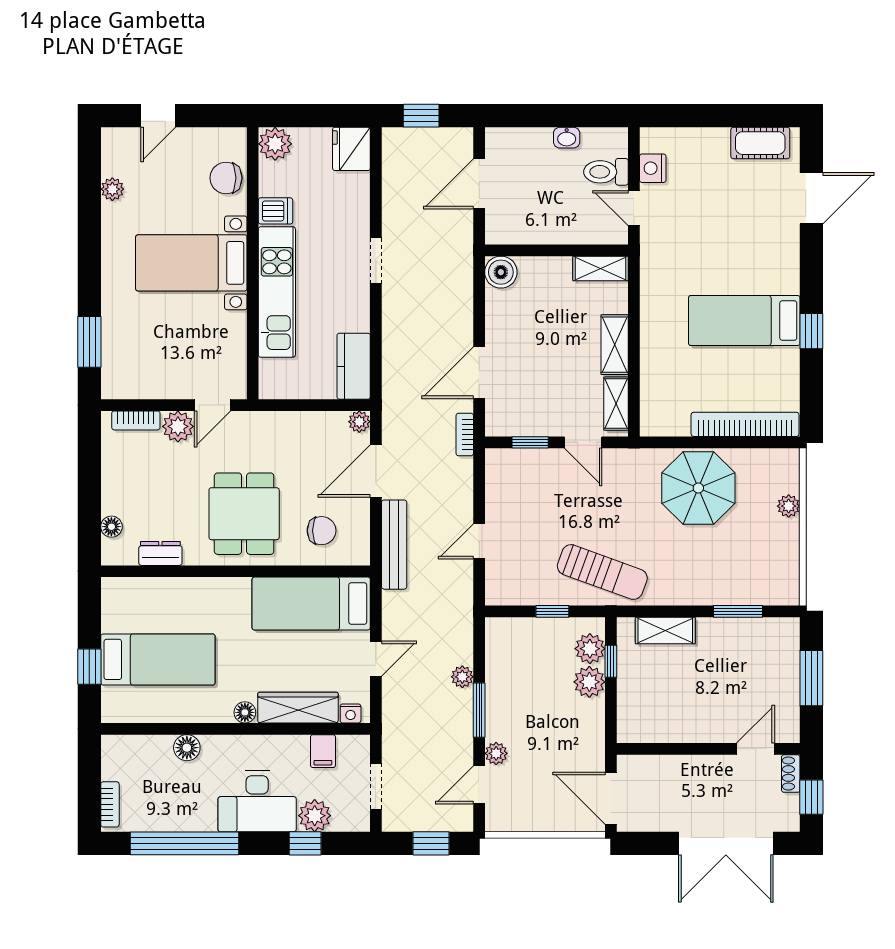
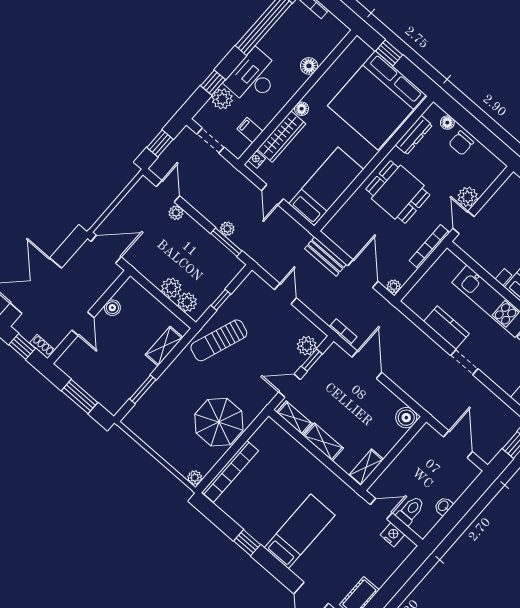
bed: (744, 320) -> (300, 531), moved
kitchen counter: (354, 366) -> (446, 328), moved
bookcase: (136, 420) -> (429, 247), moved, width x1.56
plant: (518, 463) -> (307, 346), added
plant: (789, 506) -> (195, 478), moved
chair: (322, 531) -> (461, 143), moved
bench: (394, 545) -> (325, 256), width x0.73
dresser: (160, 553) -> (414, 135), width x1.44
bed: (158, 659) -> (377, 100), width x2.04
window: (611, 661) -> (172, 307), removed
window: (479, 710) -> (226, 242), moved
boiler: (673, 731) -> (112, 308), added
door: (755, 749) -> (83, 324), moved

